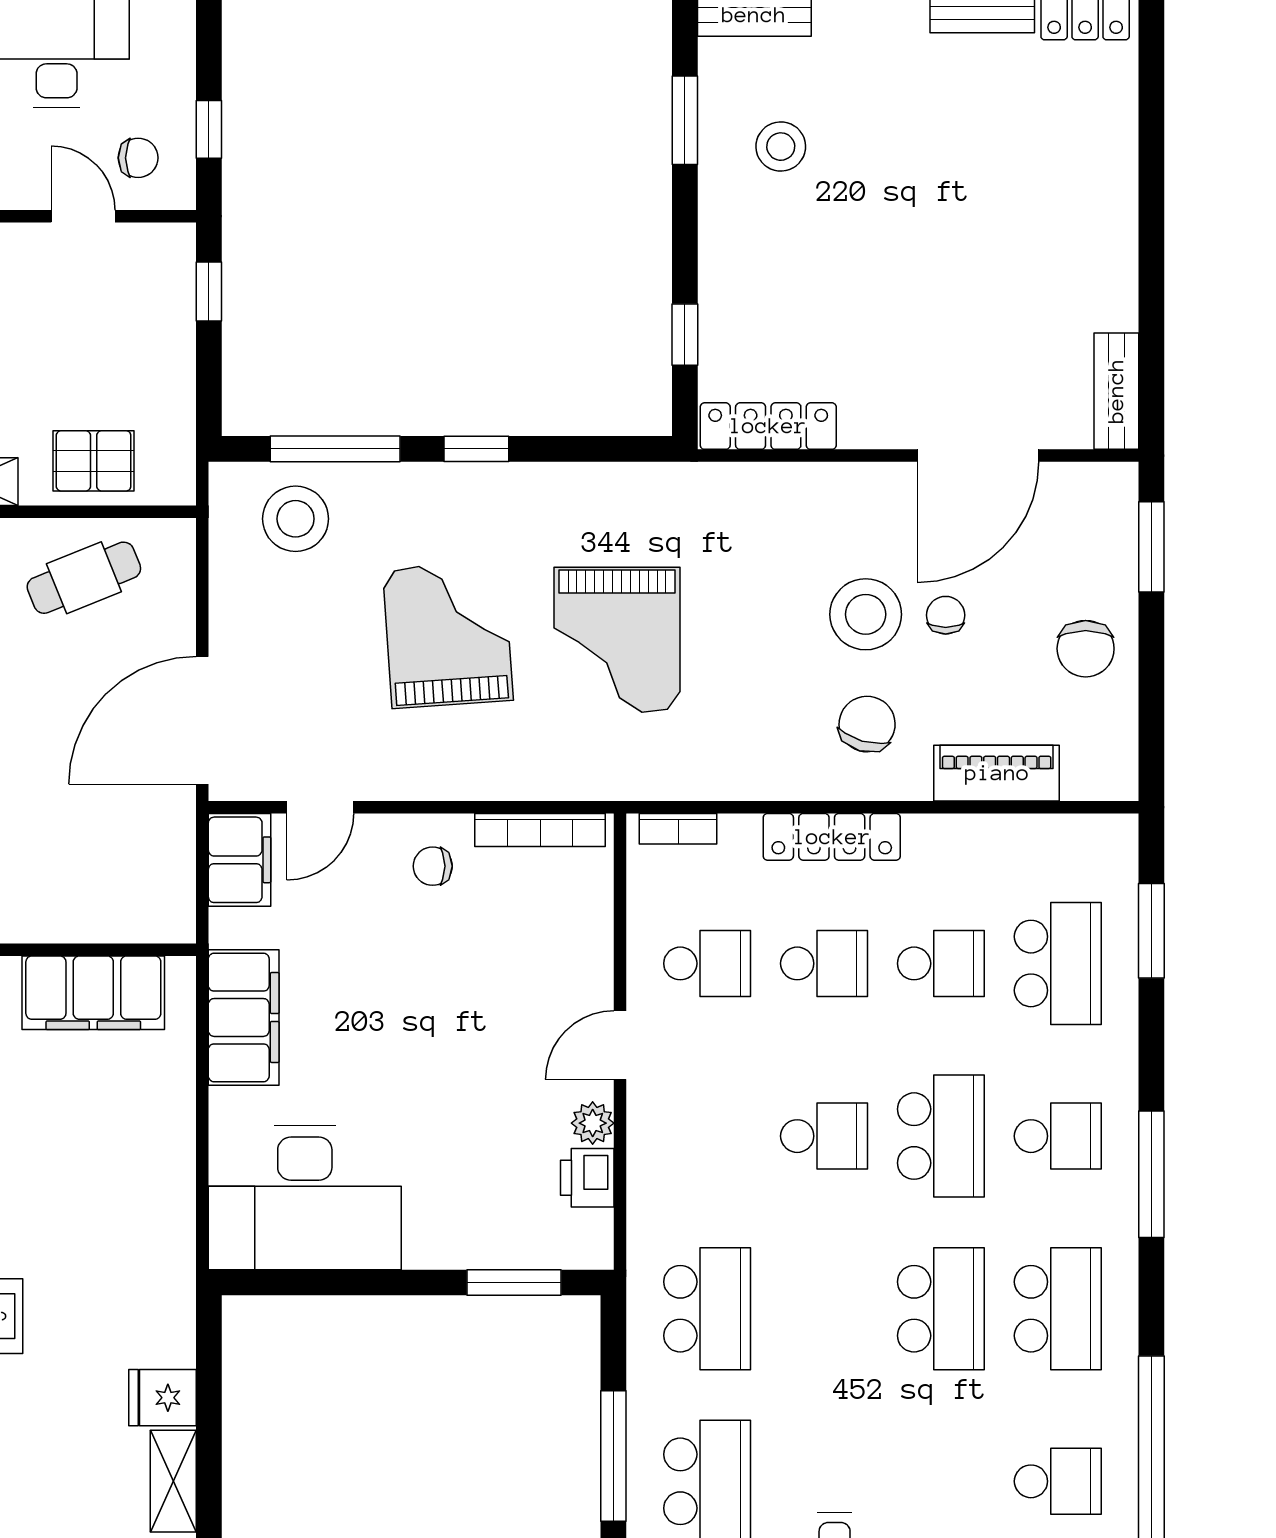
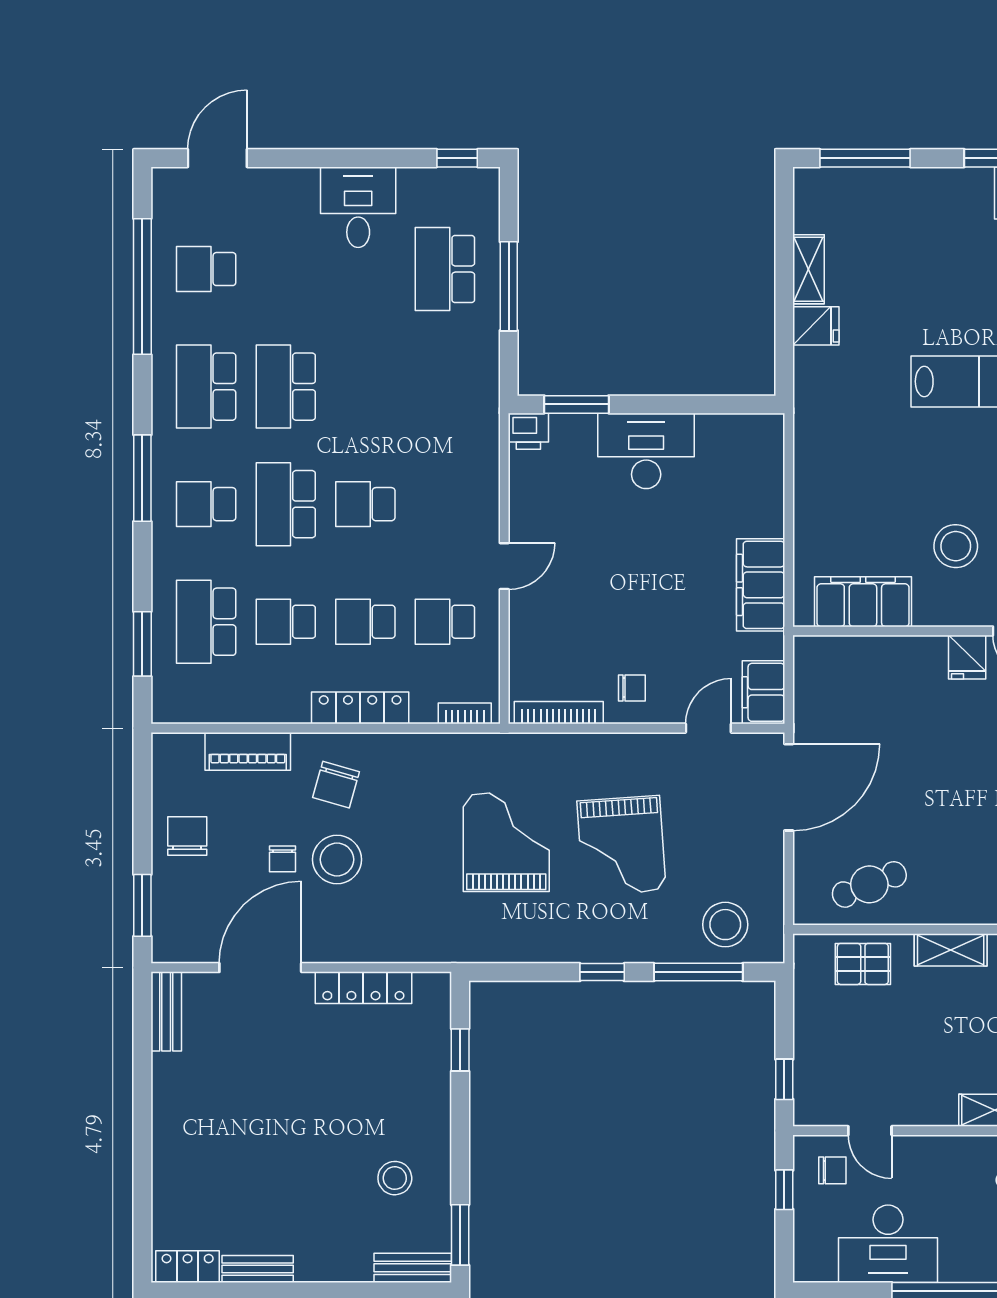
window: (685, 120) -> (460, 1235), moved
chair: (138, 158) -> (832, 1170), turned 180
locker: (768, 426) -> (363, 988), moved
plant: (593, 1123) -> (523, 513), removed
printer: (587, 1178) -> (528, 431), moved, turned 90
desk: (305, 1198) -> (646, 451), moved, width x0.73, depth x0.77
school desk: (707, 1309) -> (445, 387), removed

